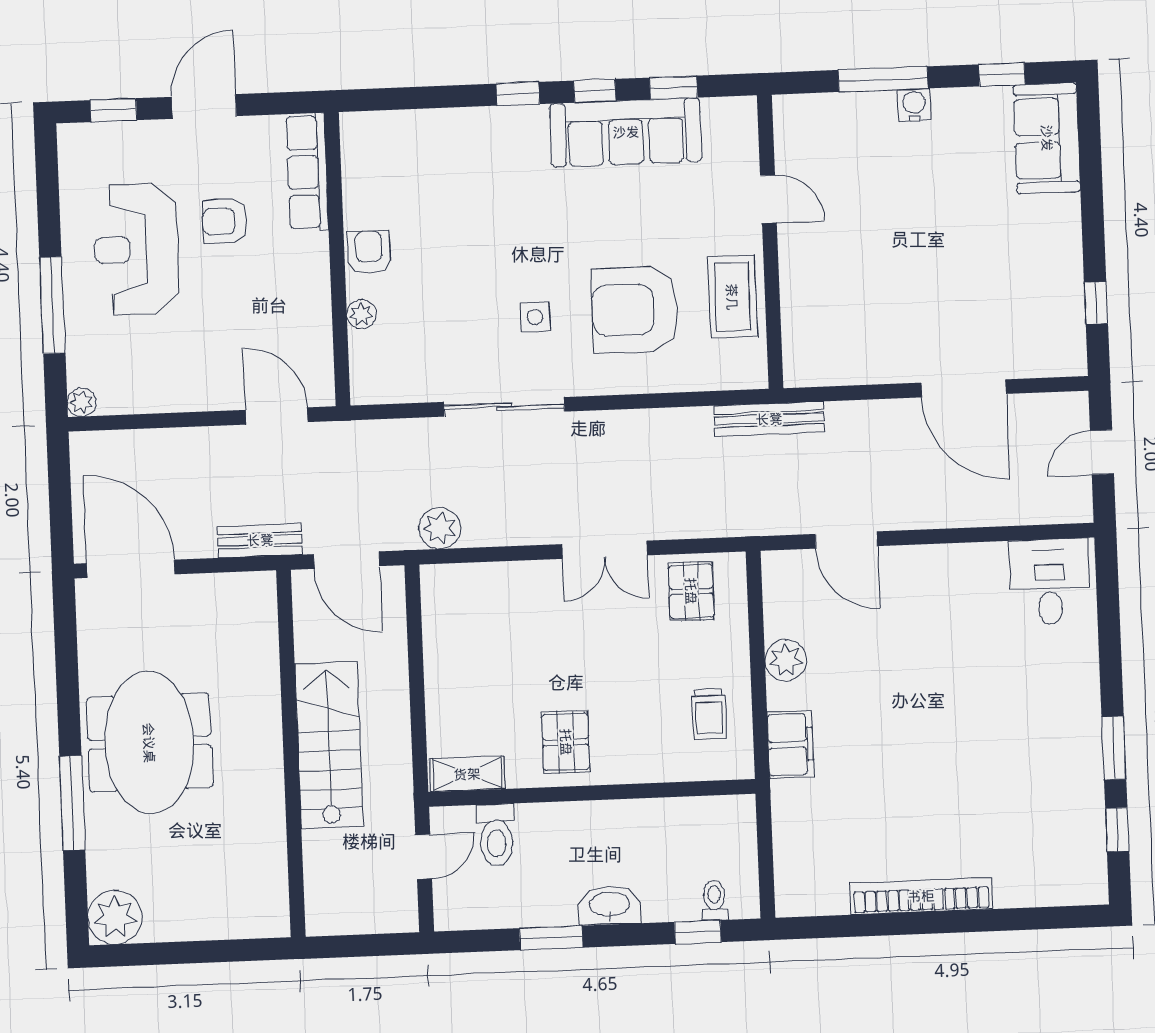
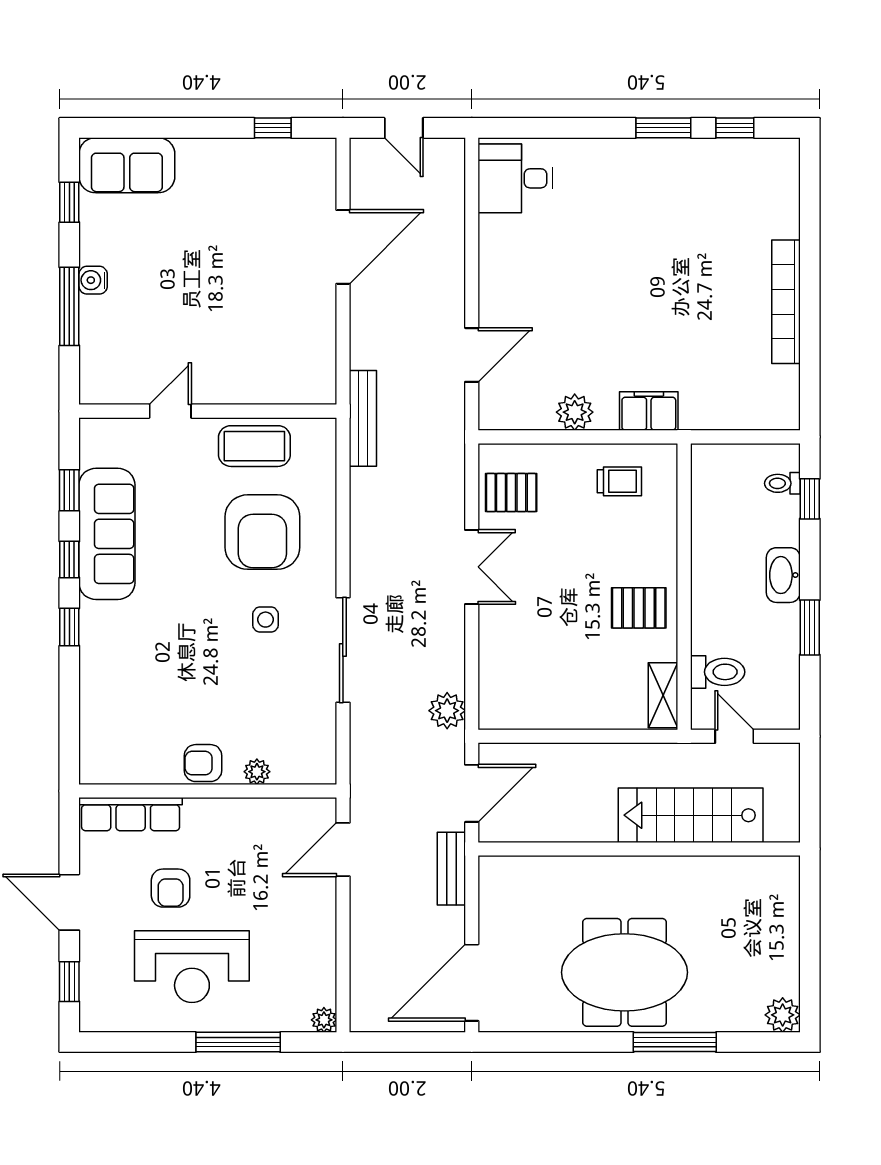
stairs: (329, 745) -> (691, 815), moved
plant: (115, 917) -> (783, 1015), width x0.73, depth x0.73

